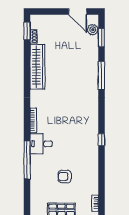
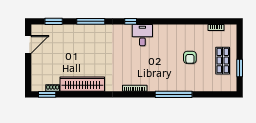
plant: (93, 30) -> (46, 30), removed
window: (101, 140) -> (131, 21), moved
desk: (41, 144) -> (142, 35), moved, turned 180

